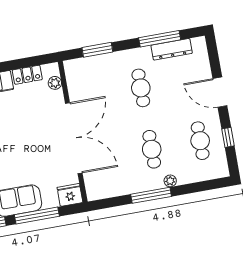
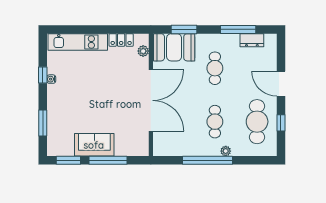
dresser: (172, 49) -> (252, 40), width x0.70
booth: (90, 72) -> (174, 47), added
cafe table: (200, 141) -> (257, 122), width x1.37, depth x1.35
fridge: (70, 195) -> (139, 148), removed
window: (151, 195) -> (207, 160), width x1.46

